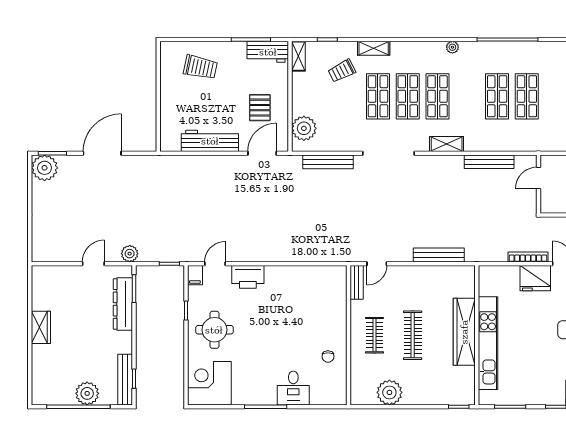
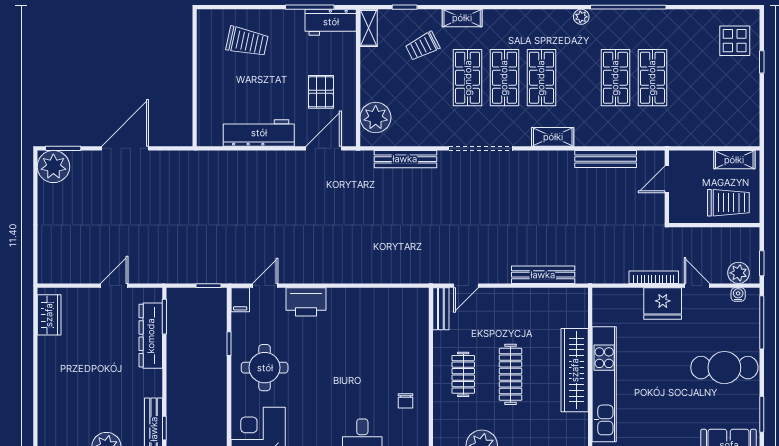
plant: (452, 47) -> (581, 17), moved
plant: (130, 254) -> (159, 273), removed
wardrobe: (41, 327) -> (49, 315), moved

